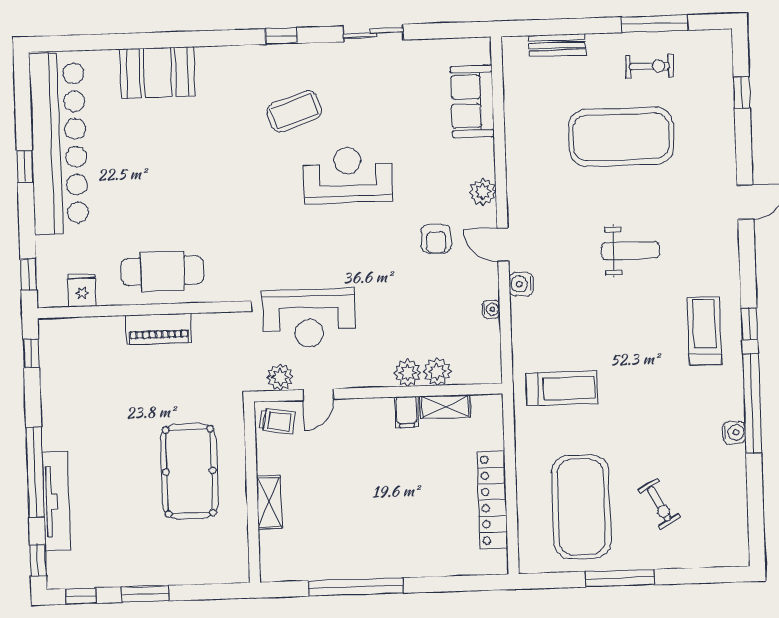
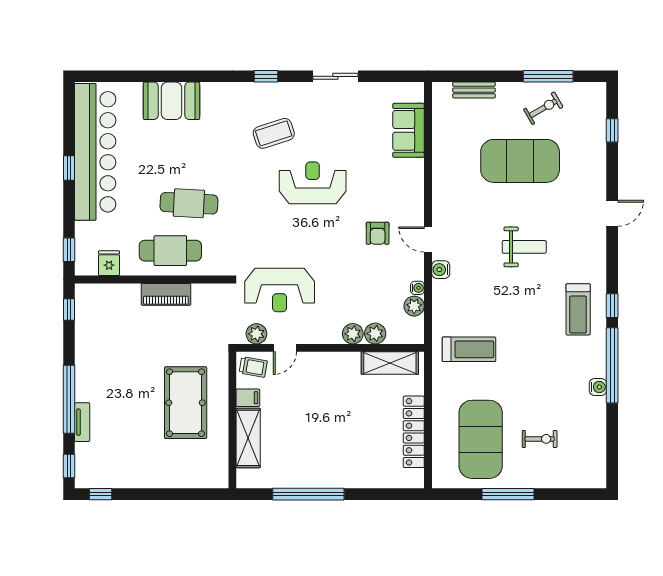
exercise bike: (650, 66) -> (543, 108), turned -30
plant: (483, 192) -> (414, 306), moved
cafe table: (185, 207) -> (189, 203), added
treadmill: (704, 331) -> (578, 309), turned 180
shelving: (445, 407) -> (390, 363), width x1.50, depth x1.33
filing cabinet: (407, 412) -> (248, 398), moved, turned -90
tv unit: (56, 501) -> (82, 422), width x0.52, depth x0.78
shelving: (269, 502) -> (248, 438), width x1.50, depth x1.33
exercise bike: (659, 504) -> (540, 439), turned -62
window: (145, 594) -> (149, 494), removed

